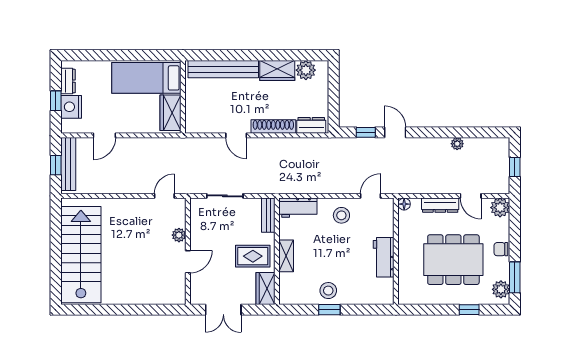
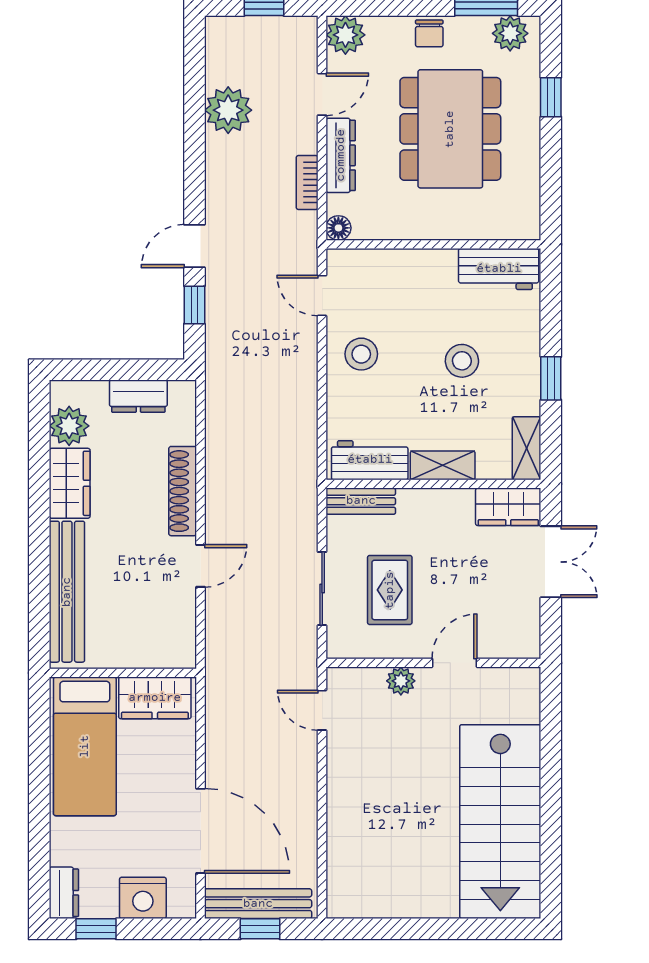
dresser: (68, 81) -> (64, 893), moved, turned 90
window: (56, 101) -> (96, 929), moved
dresser: (311, 125) -> (138, 396), moved, turned -90
door: (104, 135) -> (201, 831), width x1.88
plant: (457, 144) -> (228, 110), width x1.87, depth x1.87
bookcase: (427, 188) -> (307, 182), added
workbench: (298, 208) -> (370, 460), moved, turned -90
stairs: (81, 255) -> (500, 822), moved, turned -90
rug: (253, 256) -> (390, 590), moved
workbench: (384, 257) -> (499, 269), moved
door: (188, 262) -> (454, 663), hinge flipped
stool: (328, 291) -> (462, 361), moved
shelving: (295, 298) -> (527, 448), added
double door: (223, 310) -> (551, 562), moved

